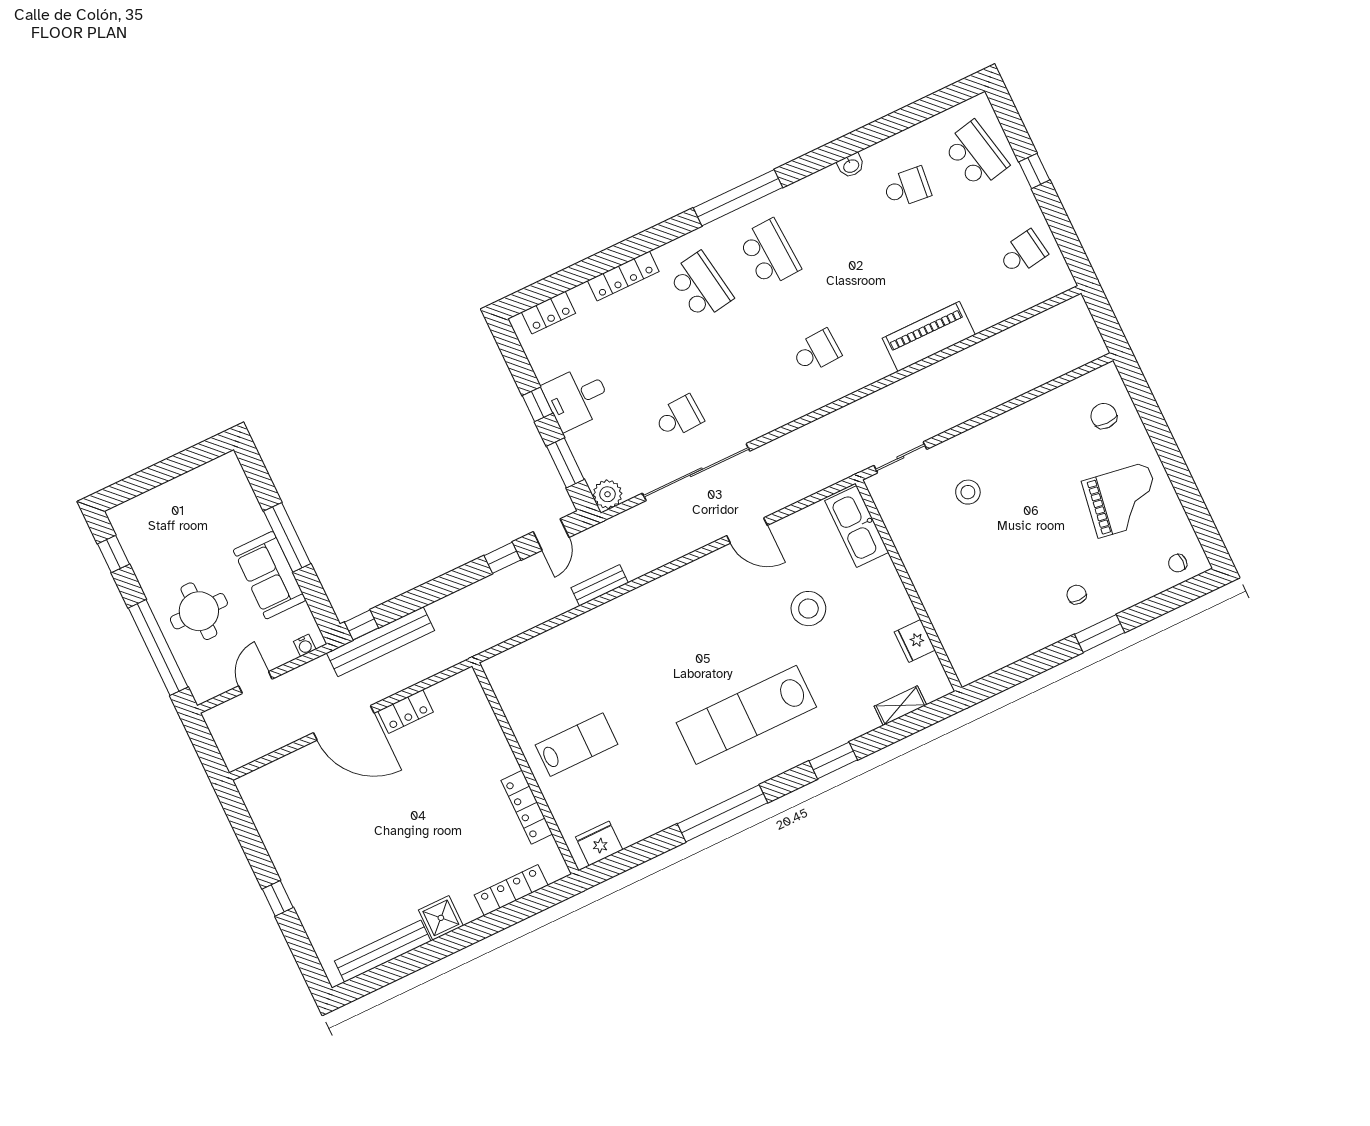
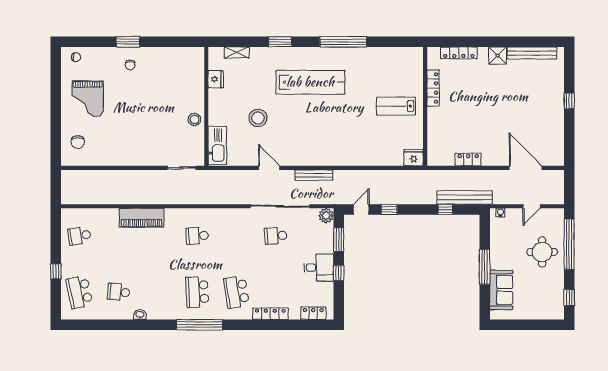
stool: (968, 492) -> (194, 119), moved
grand piano: (1123, 500) -> (88, 99), turned -99
sofa: (270, 575) -> (501, 290), moved
bench: (600, 585) -> (314, 175), moved, width x1.36
window: (361, 625) -> (445, 209), moved
door: (344, 723) -> (526, 168), moved
fridge: (599, 843) -> (414, 158), moved, turned 180

